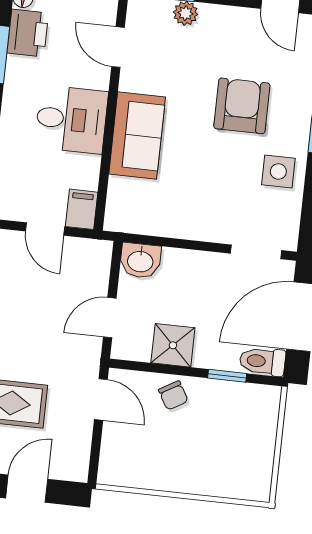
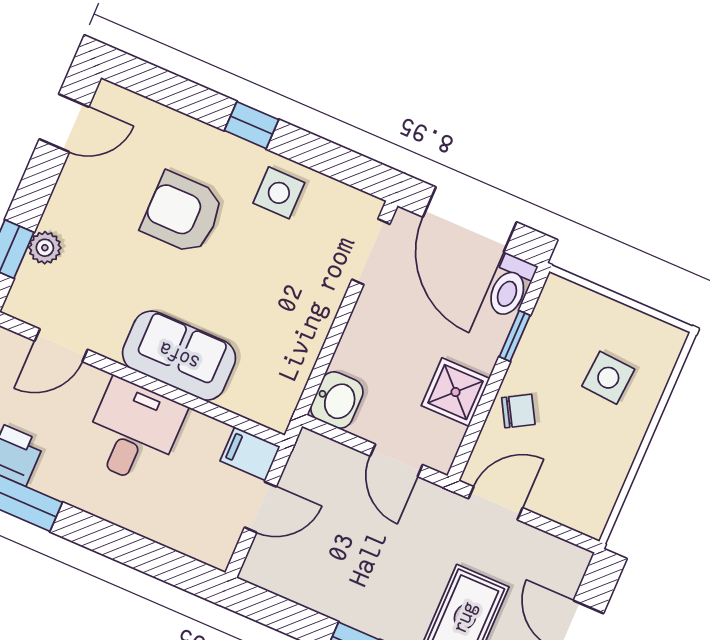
side table: (218, 453) -> (608, 378), added

